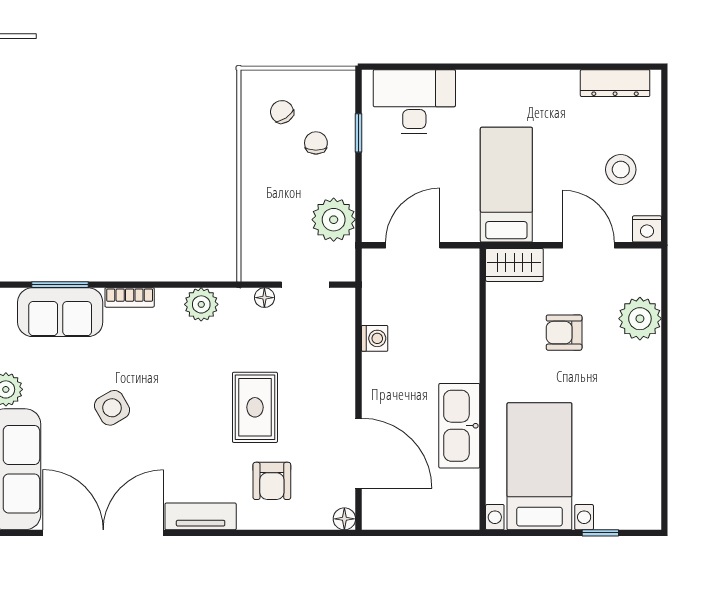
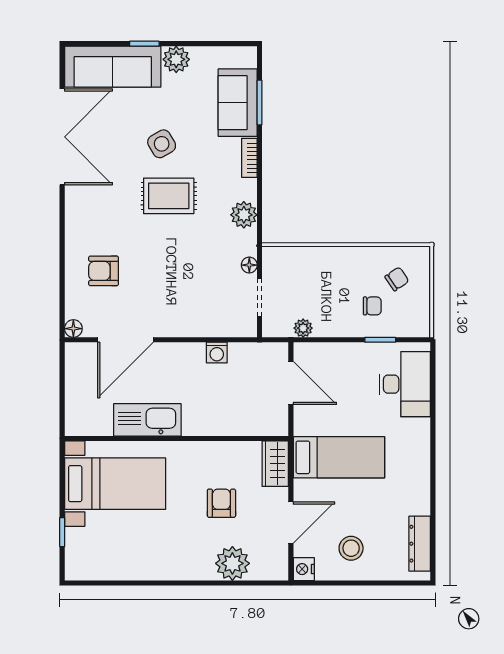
plant: (334, 220) -> (303, 328), width x0.53, depth x0.53
rug: (255, 407) -> (169, 196), moved
tv unit: (201, 516) -> (75, 214), removed

